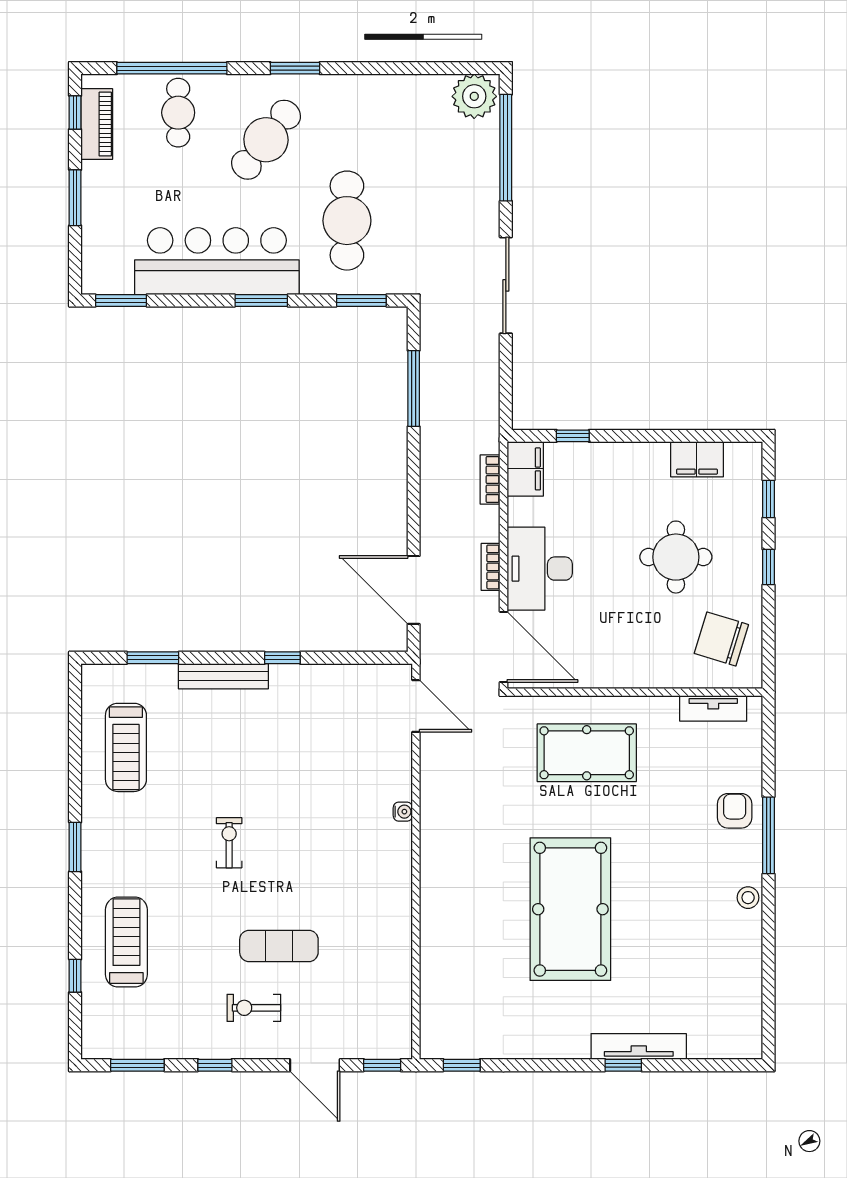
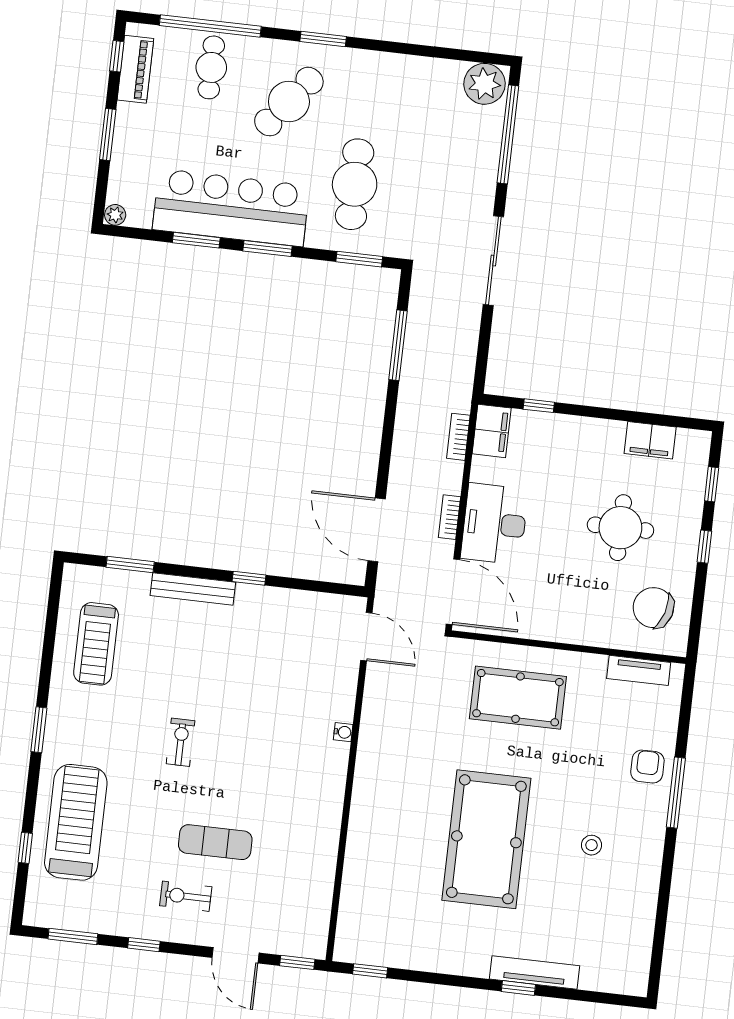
plant: (93, 283) -> (115, 215), added
window: (121, 300) -> (196, 240), moved
stool: (748, 898) -> (592, 845), moved
treadmill: (126, 942) -> (76, 822), width x1.37, depth x1.38

